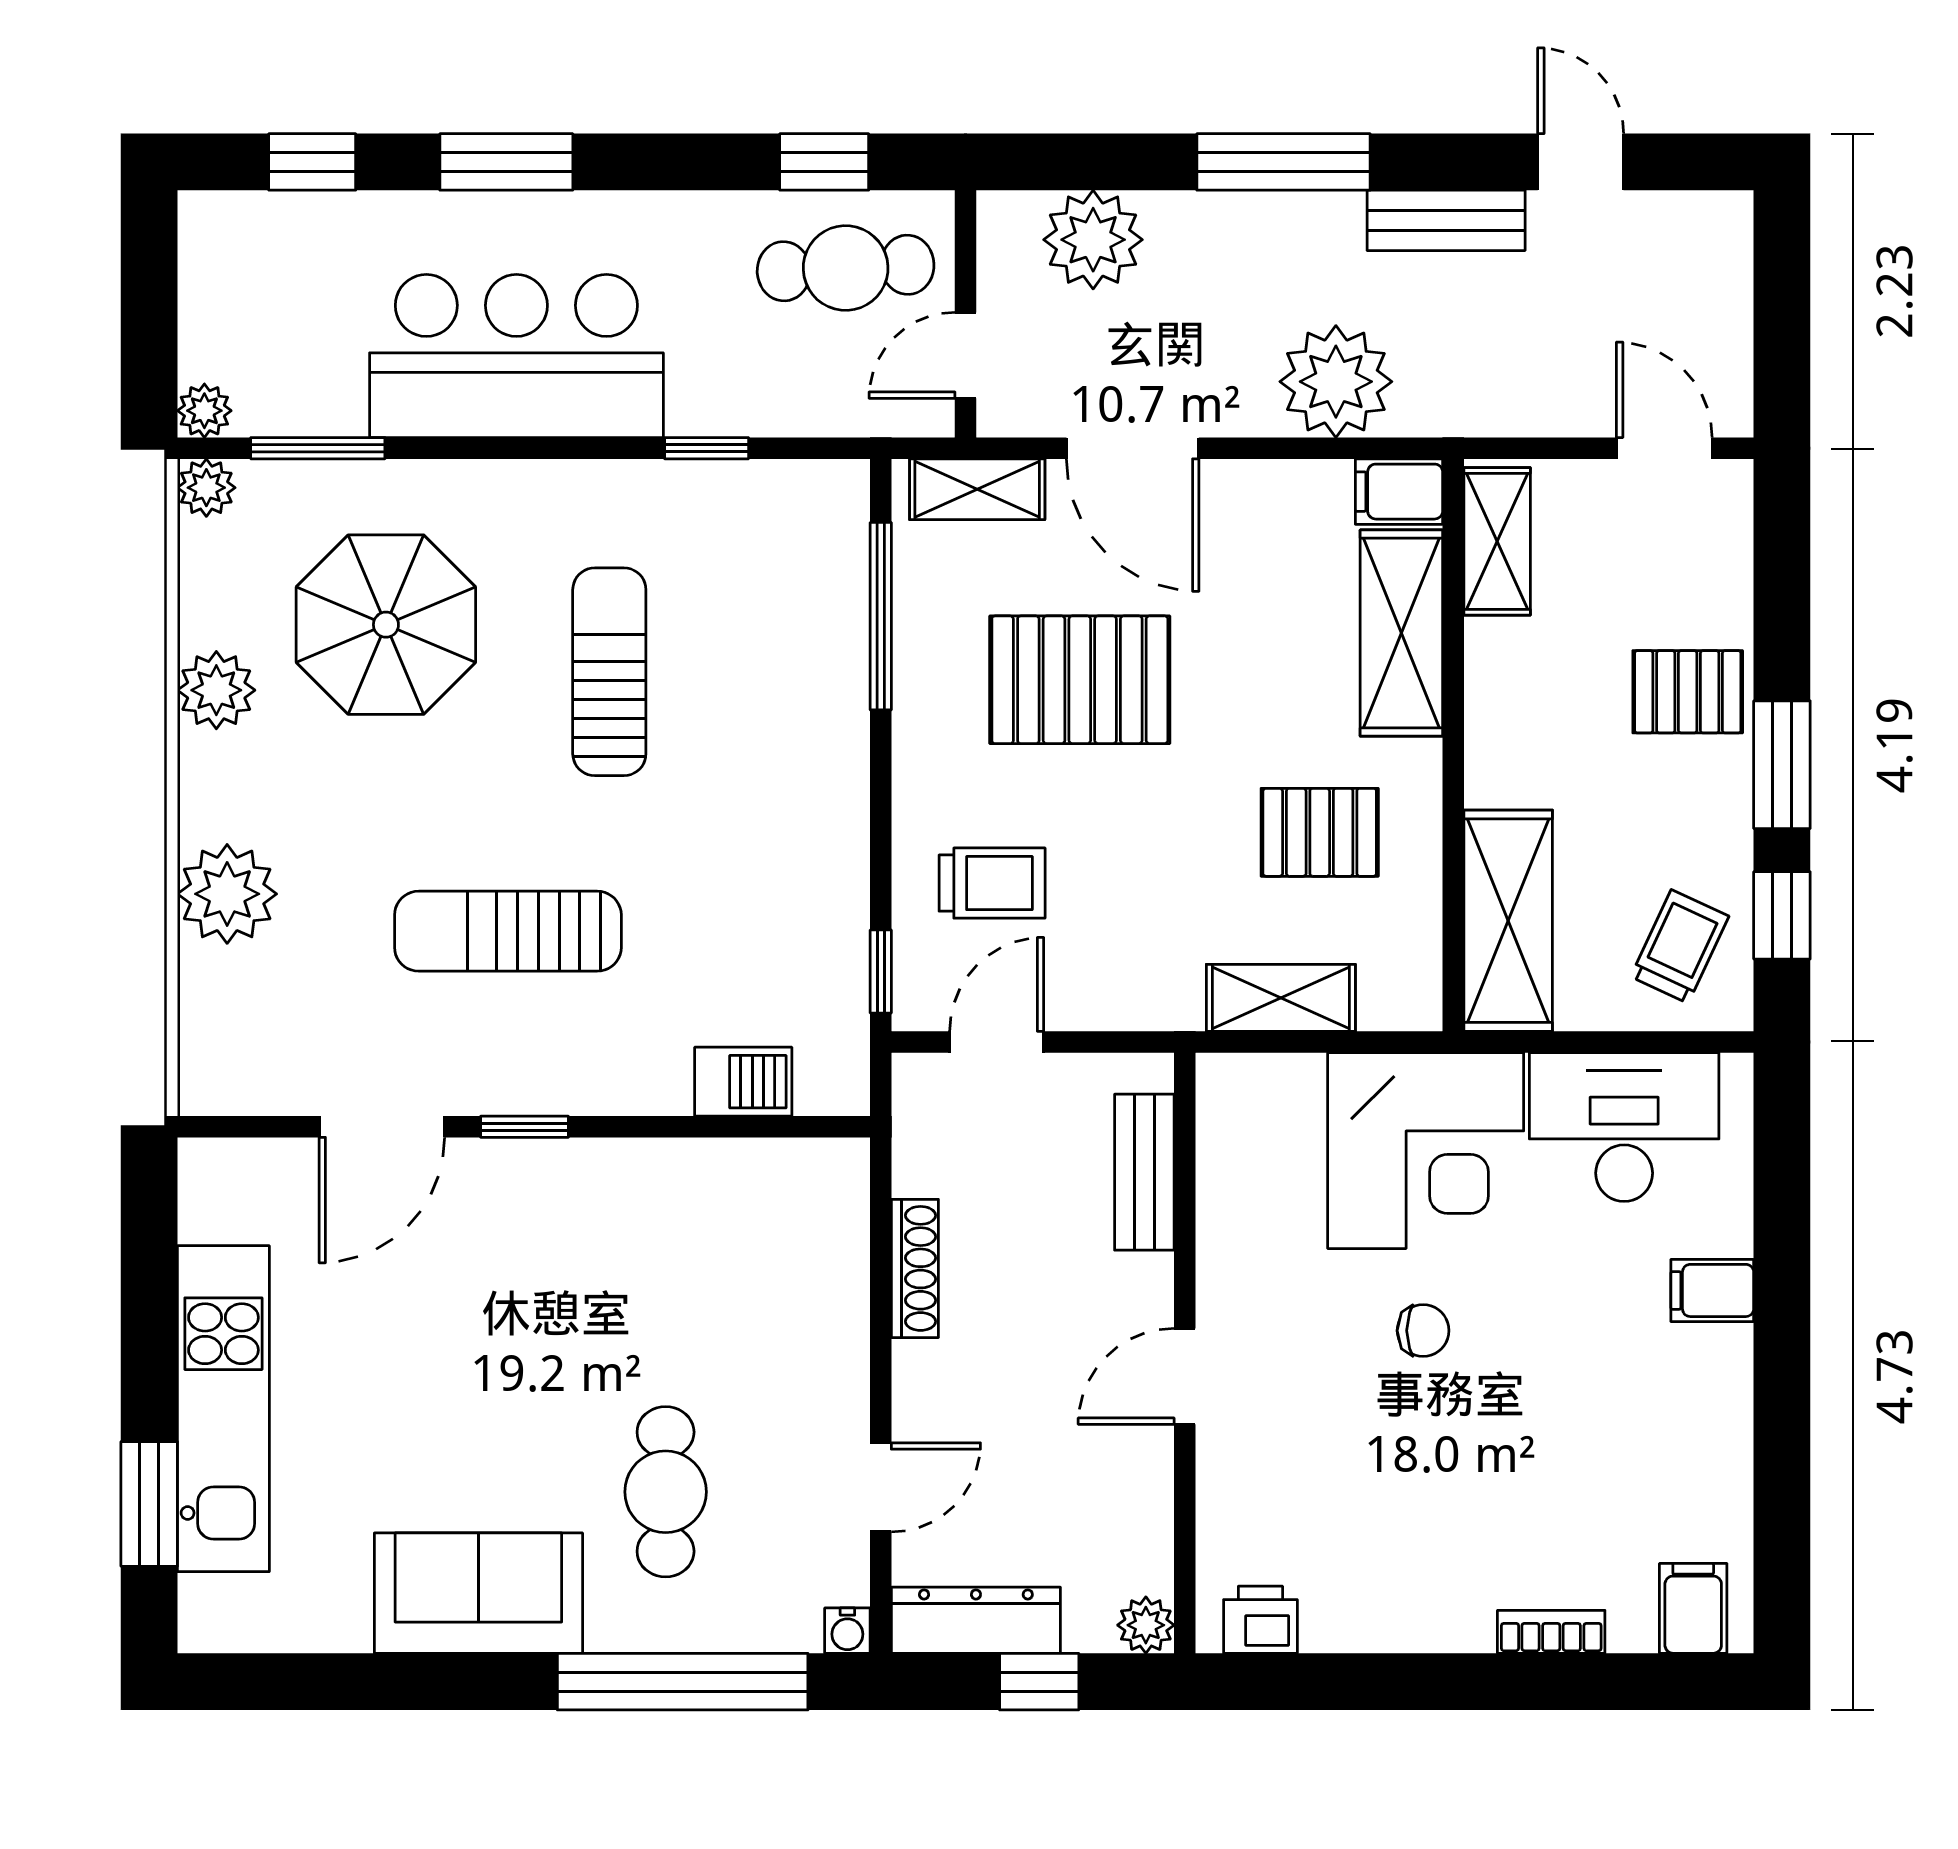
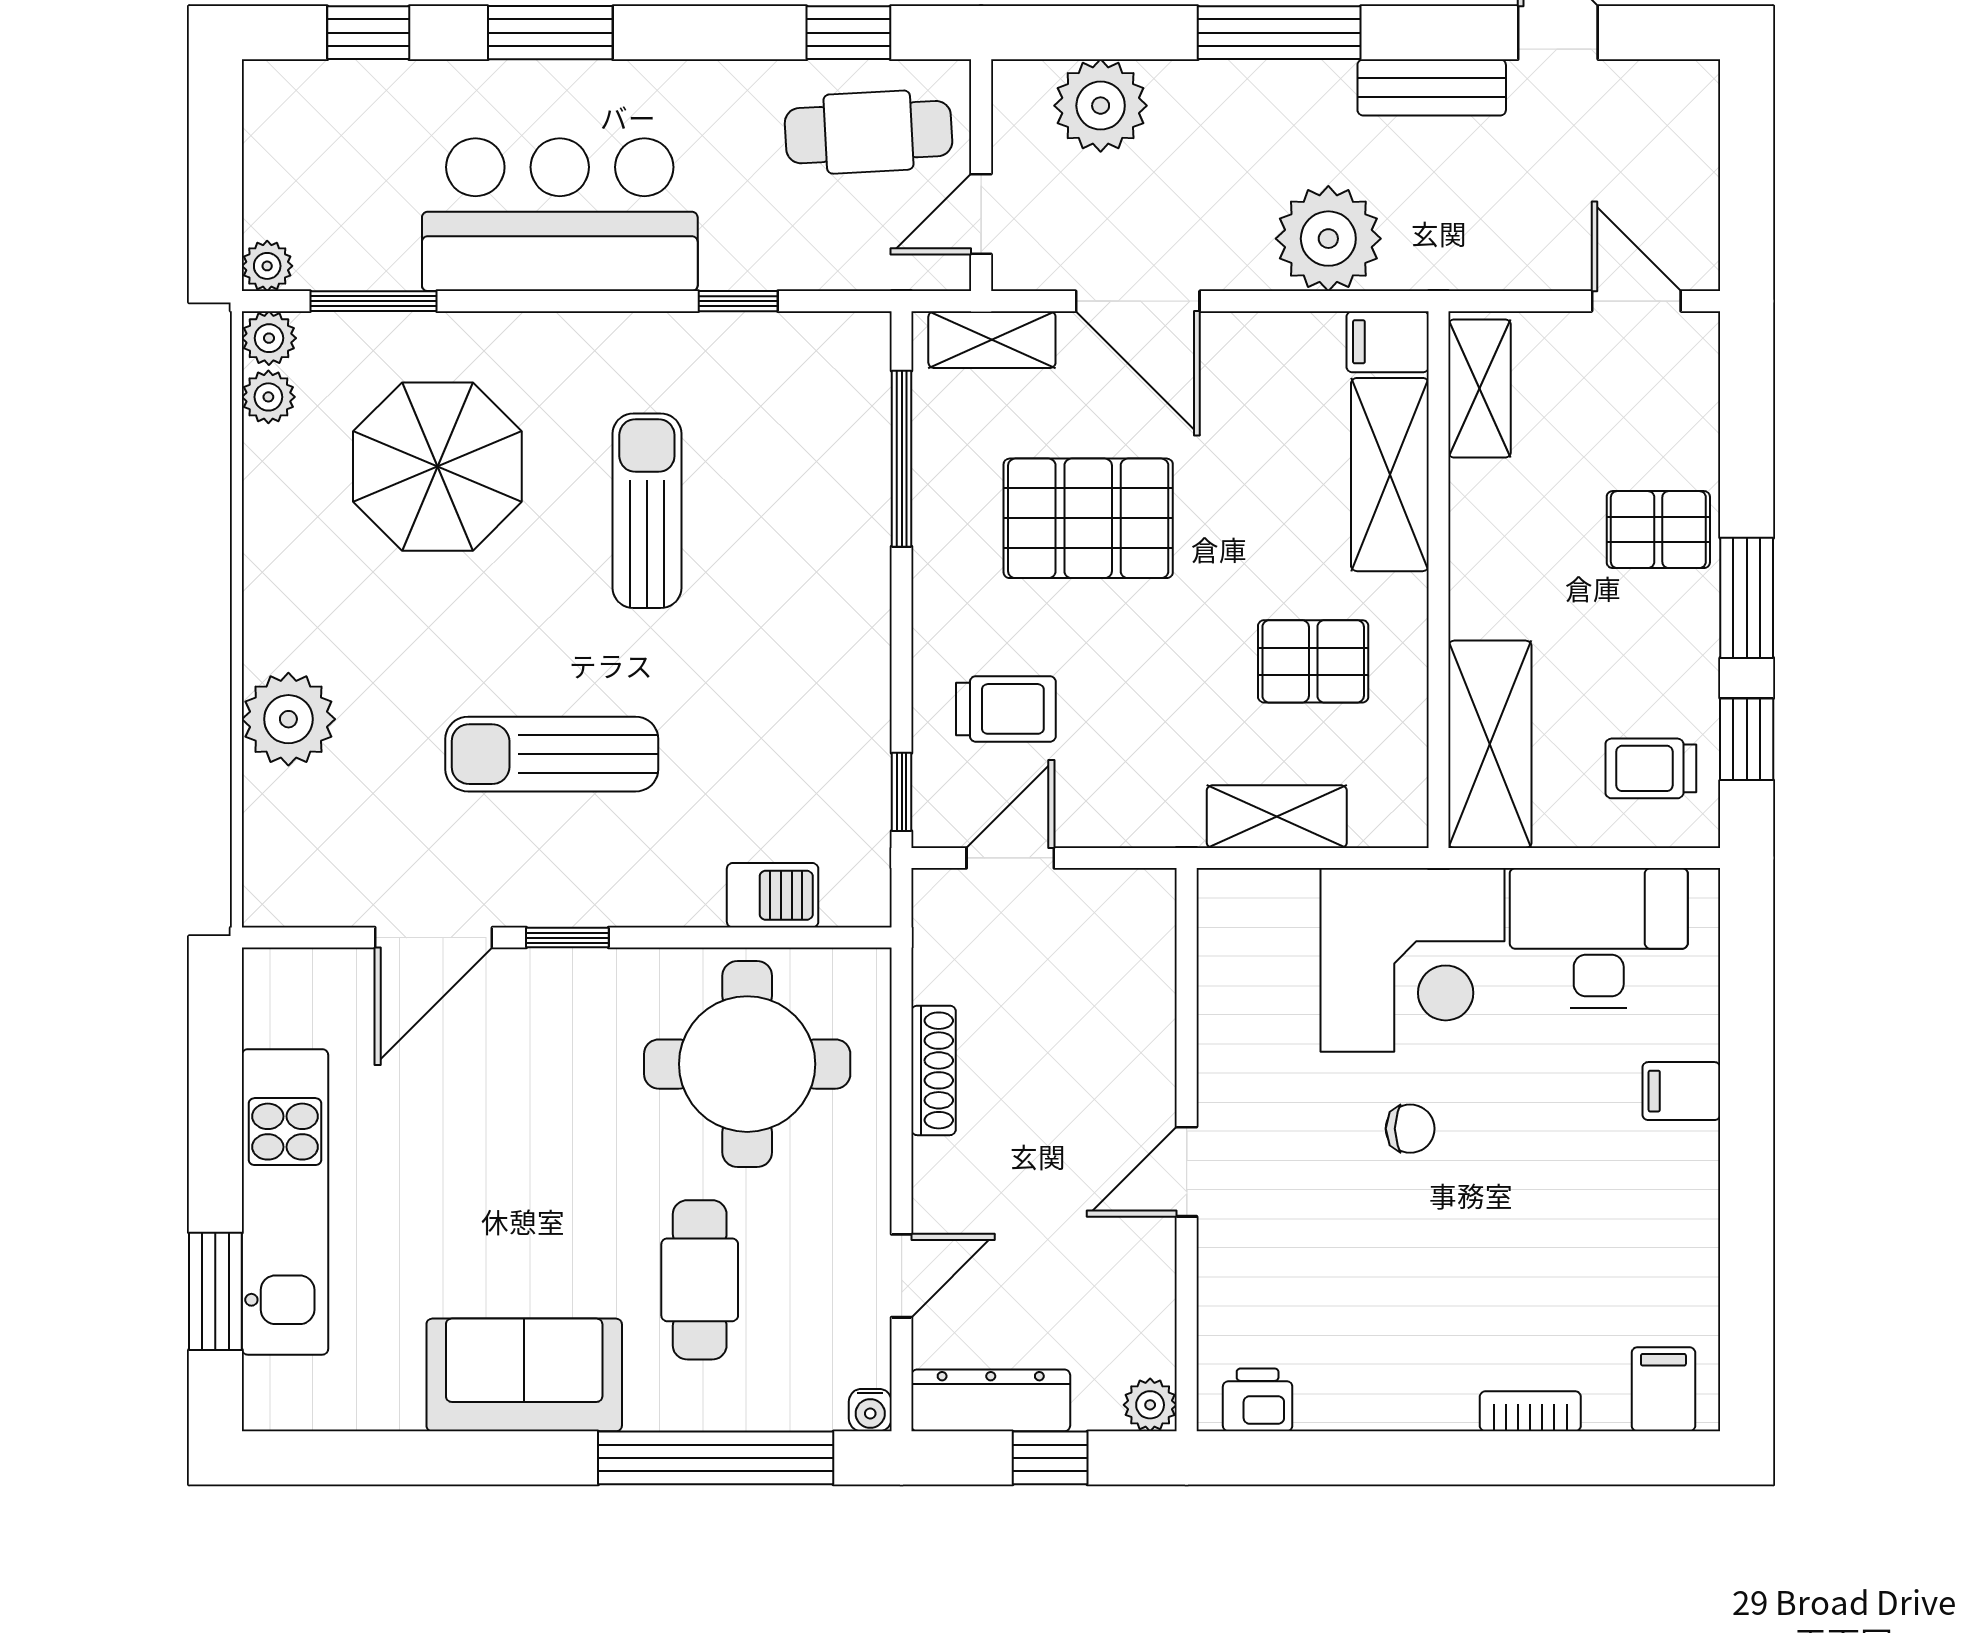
plant: (216, 690) -> (268, 397), moved, width x0.73, depth x0.73
trolley: (1680, 946) -> (1651, 768), turned -115
bench: (1144, 1172) -> (1149, 980), removed
round table: (716, 1262) -> (747, 1064), added

